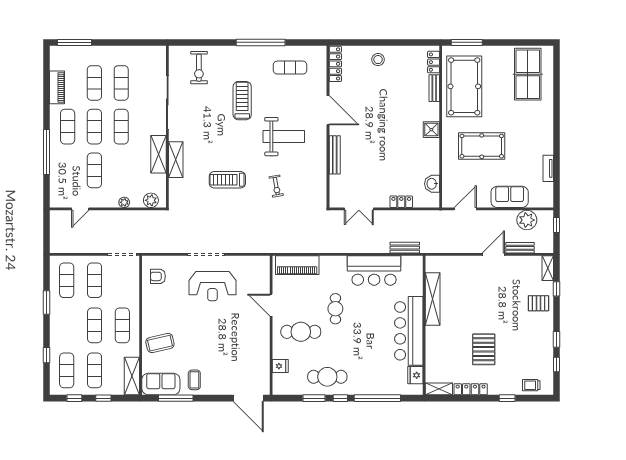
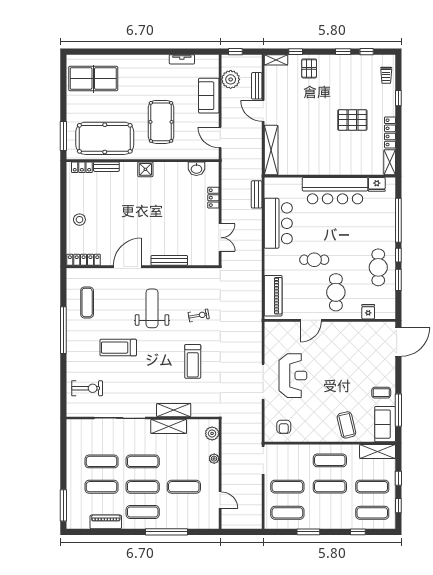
shelving: (433, 299) -> (271, 150), moved, turned 90

